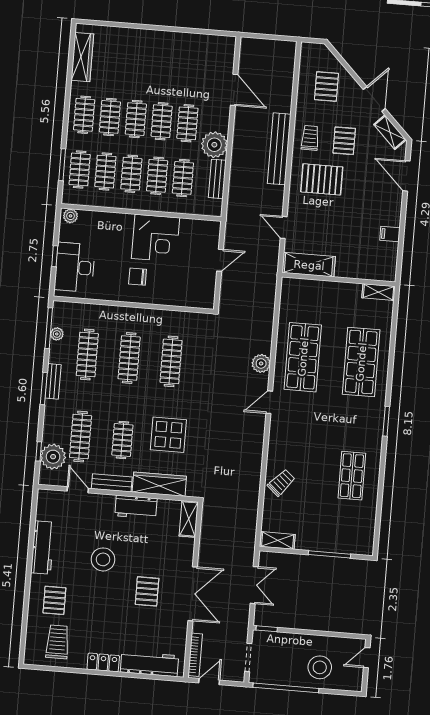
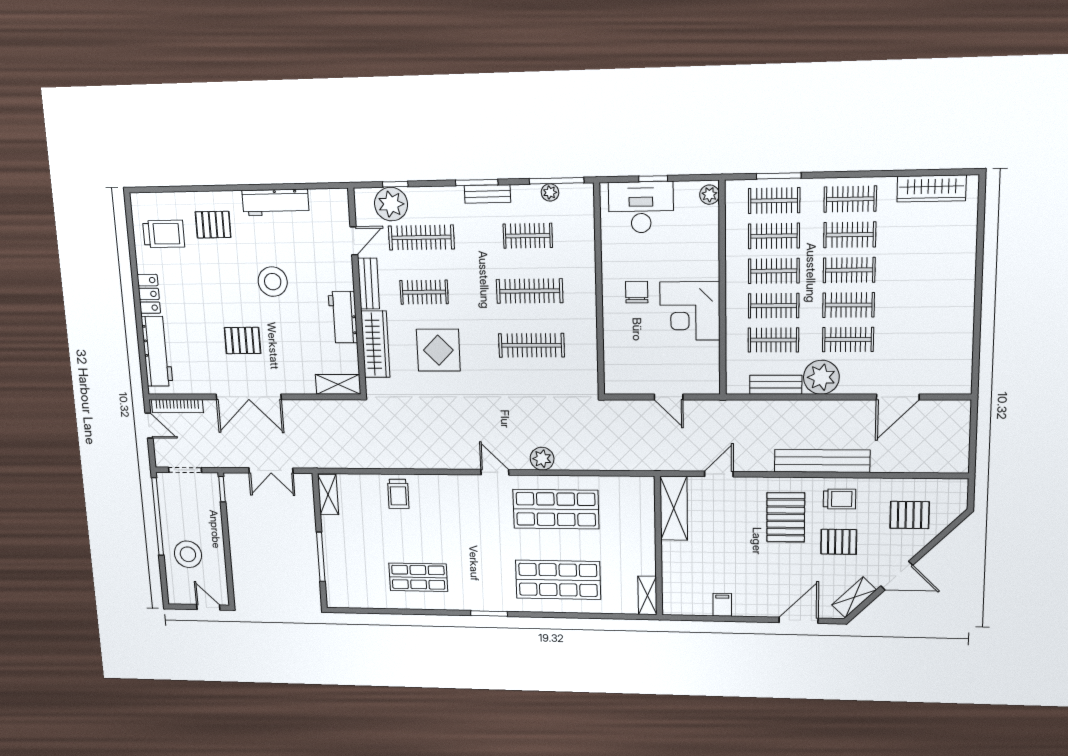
clothes rail: (87, 355) -> (528, 236), width x0.73
trolley: (281, 483) -> (398, 494), turned 49

